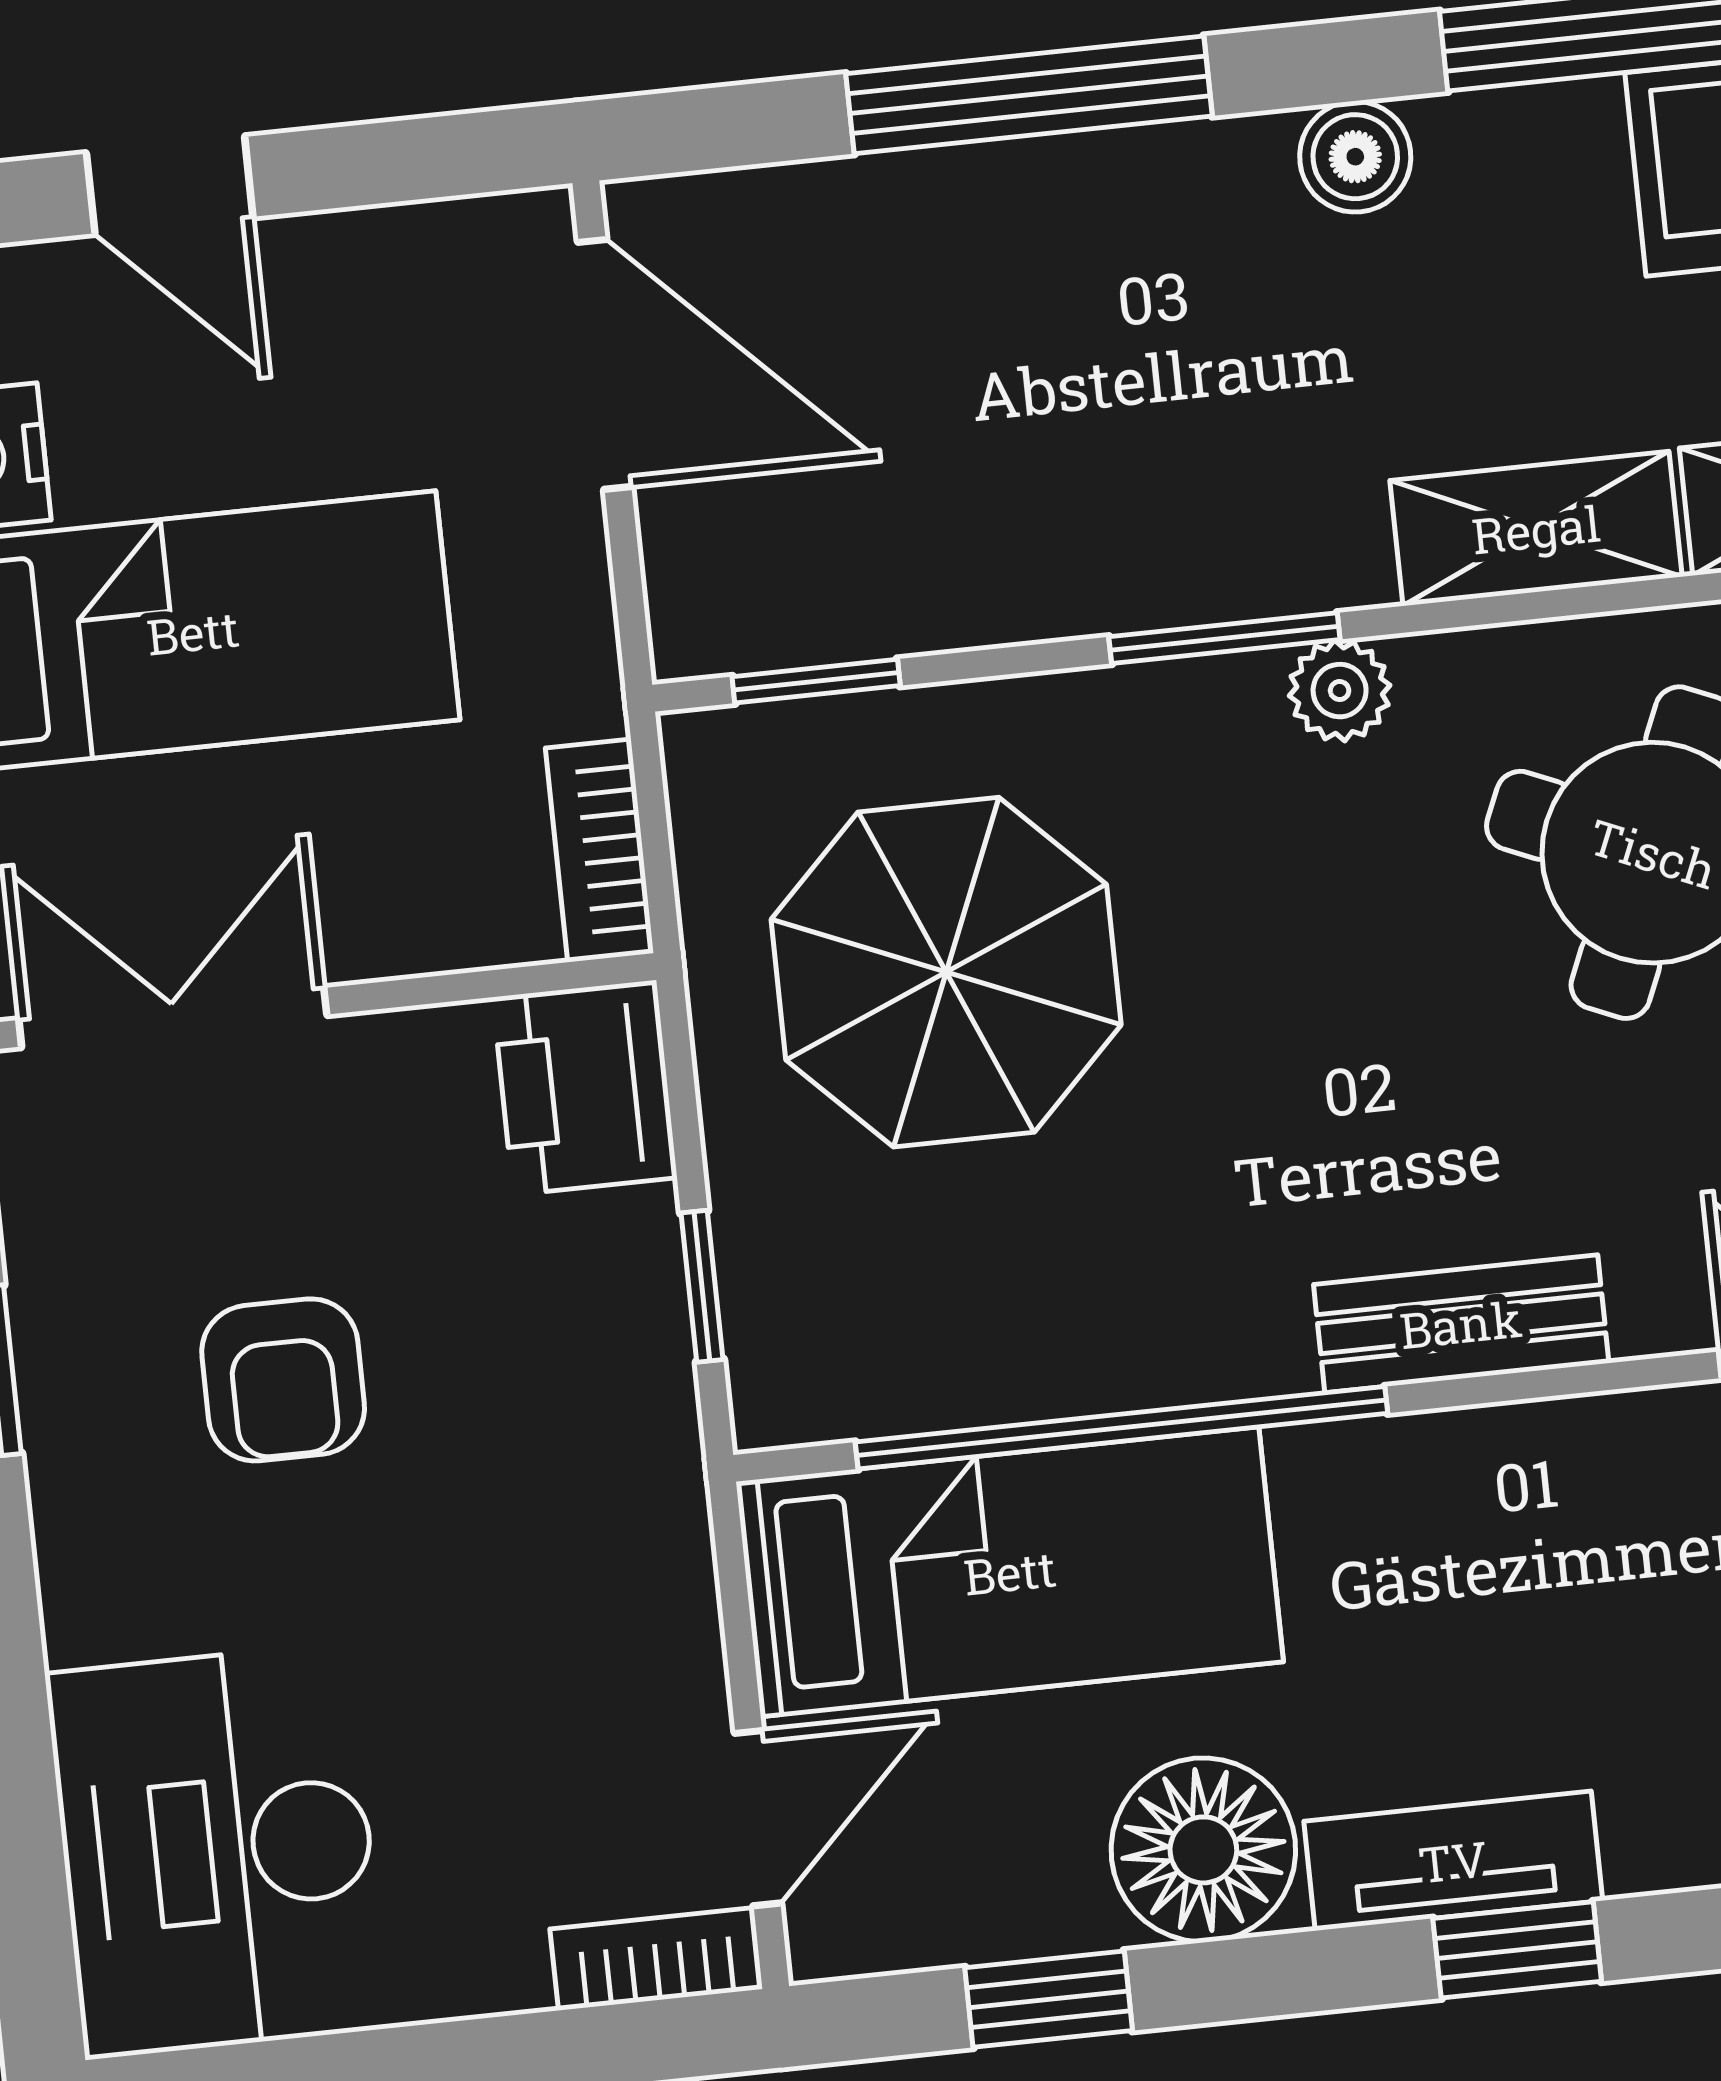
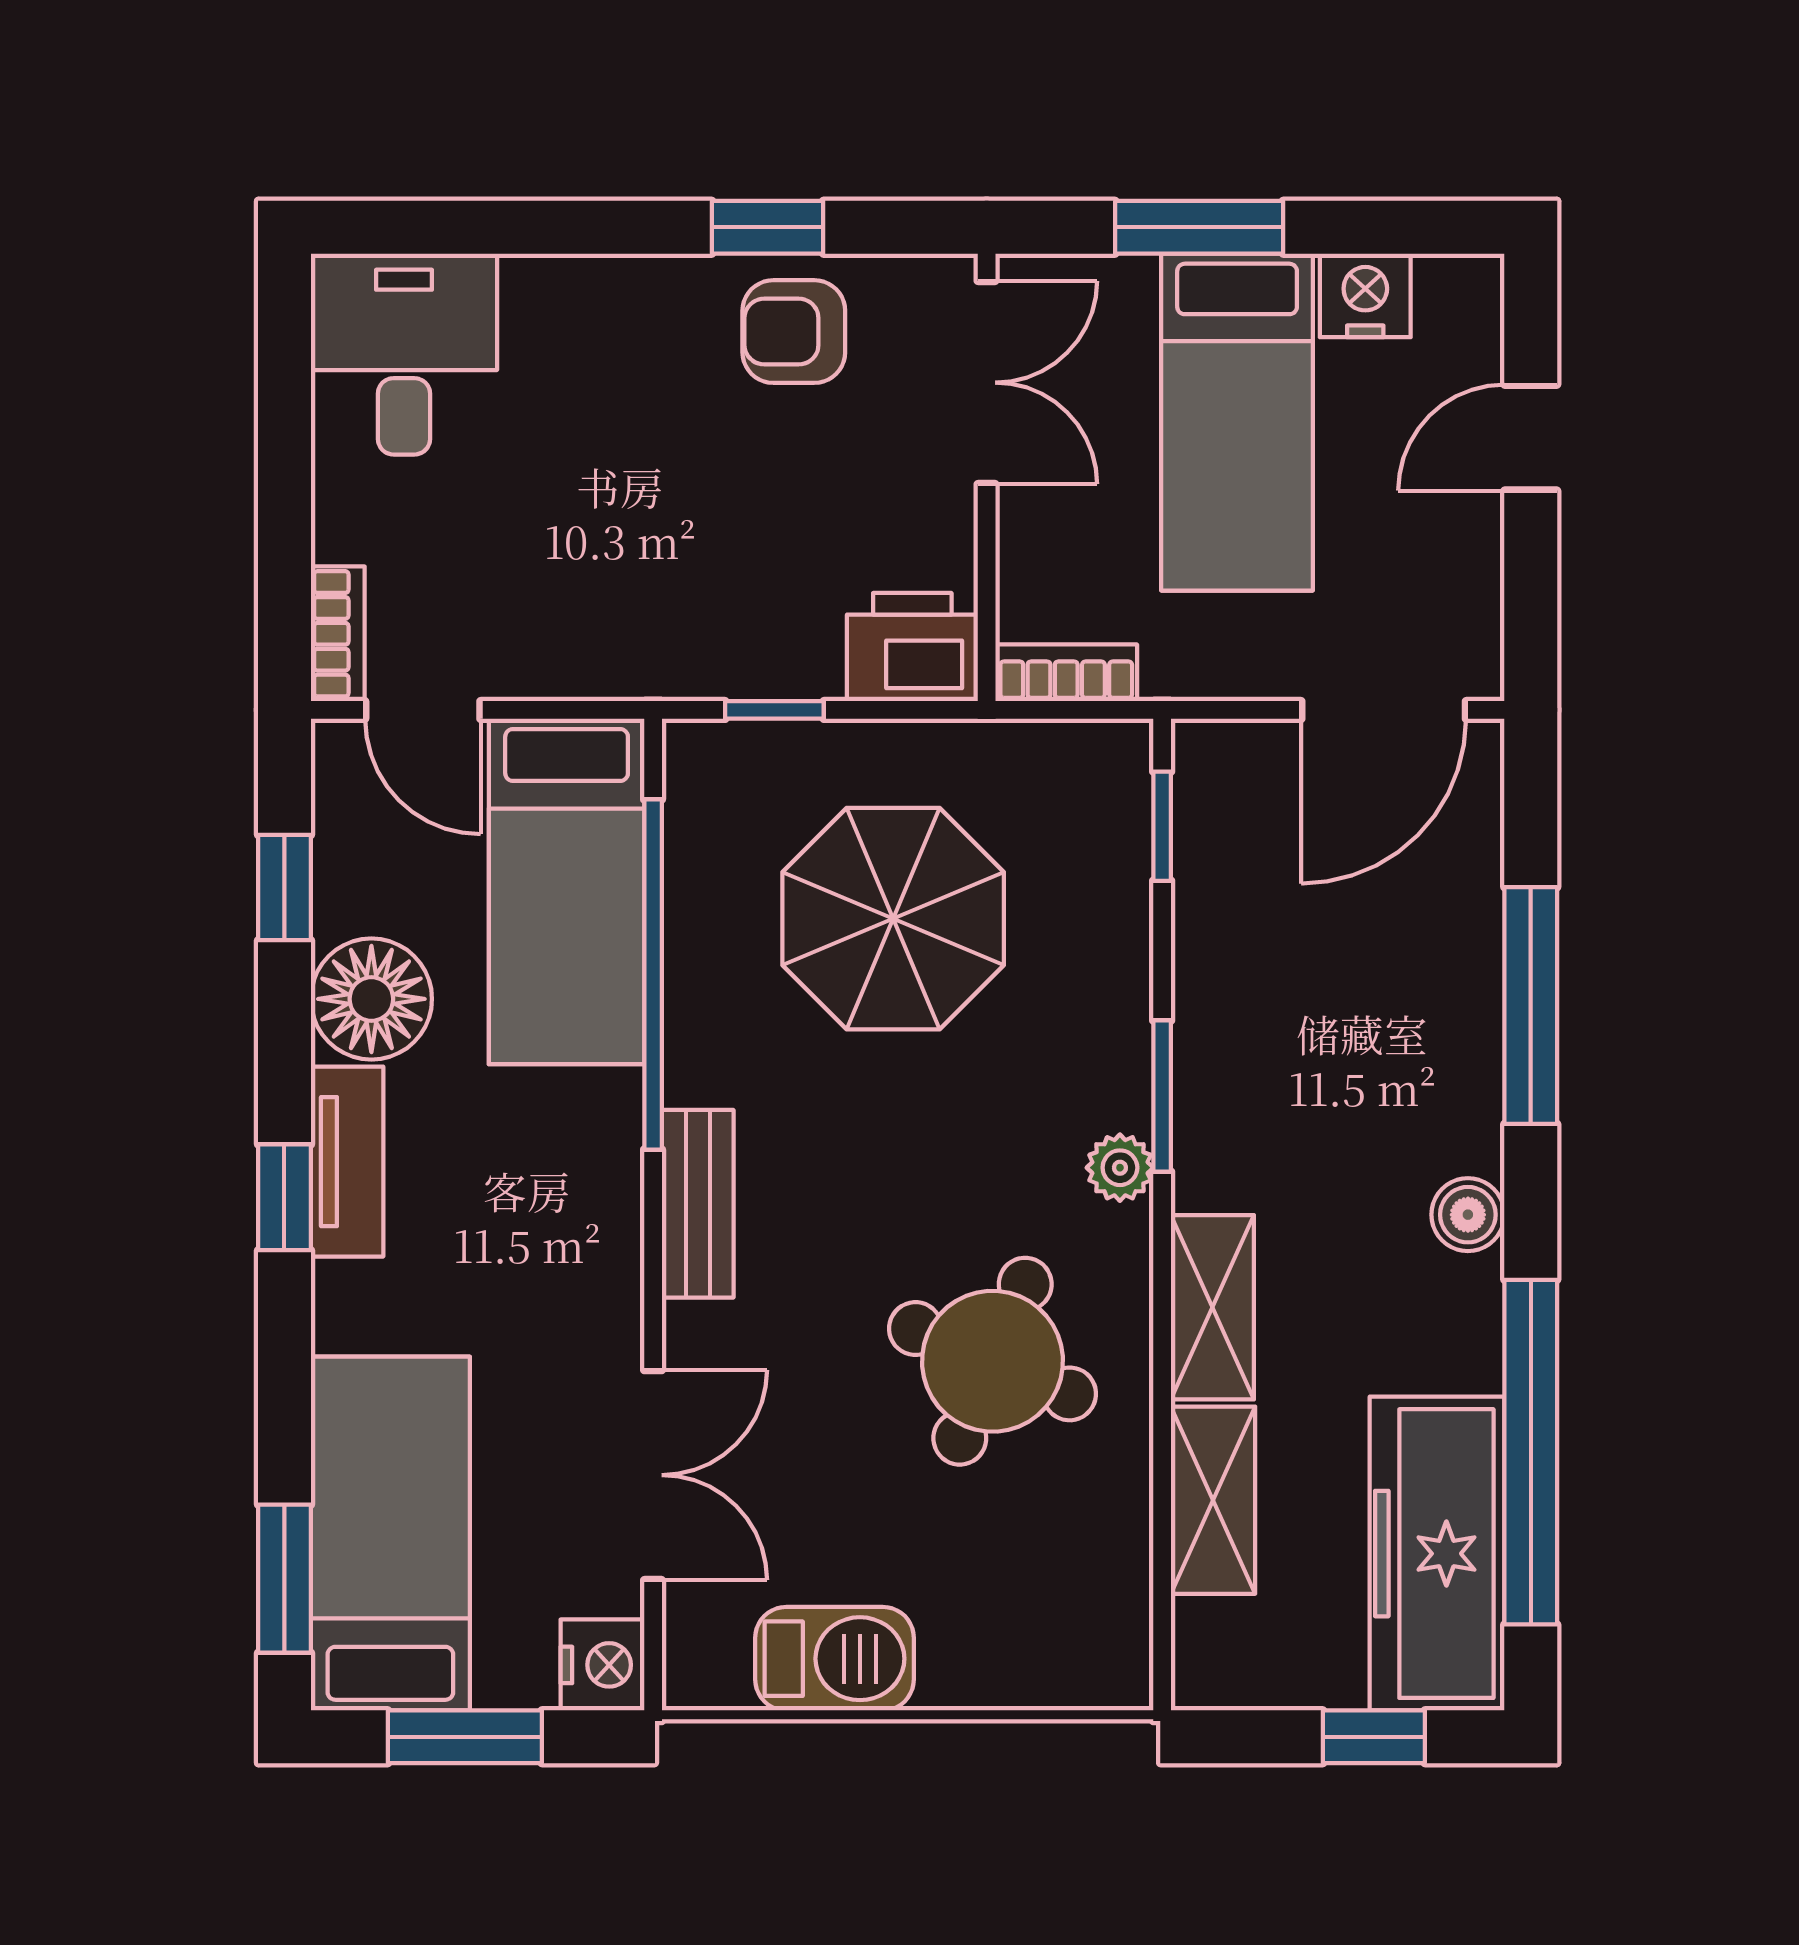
parasol: (946, 972) -> (893, 919), moved
armchair: (283, 1380) -> (794, 332), moved
desk: (217, 1851) -> (404, 354), width x0.73

